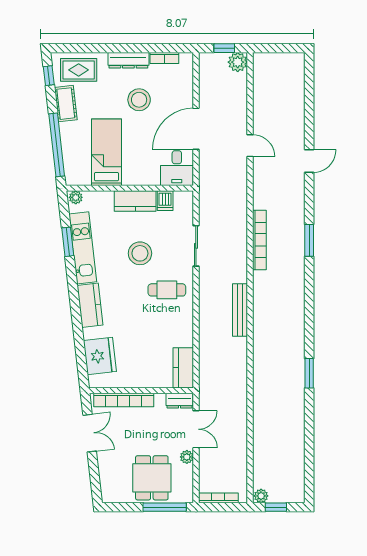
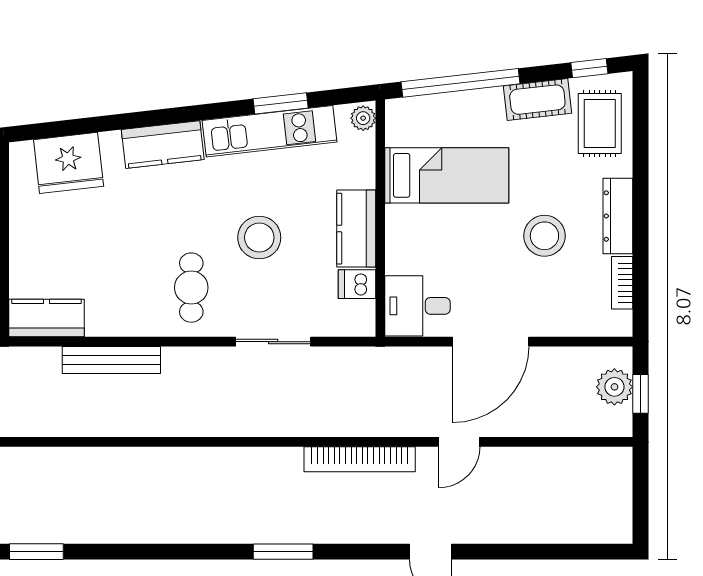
plant: (238, 62) -> (614, 387), moved
door: (196, 129) -> (491, 342), swing flipped
bookcase: (259, 240) -> (360, 459), moved
bench: (240, 310) -> (111, 360), moved

